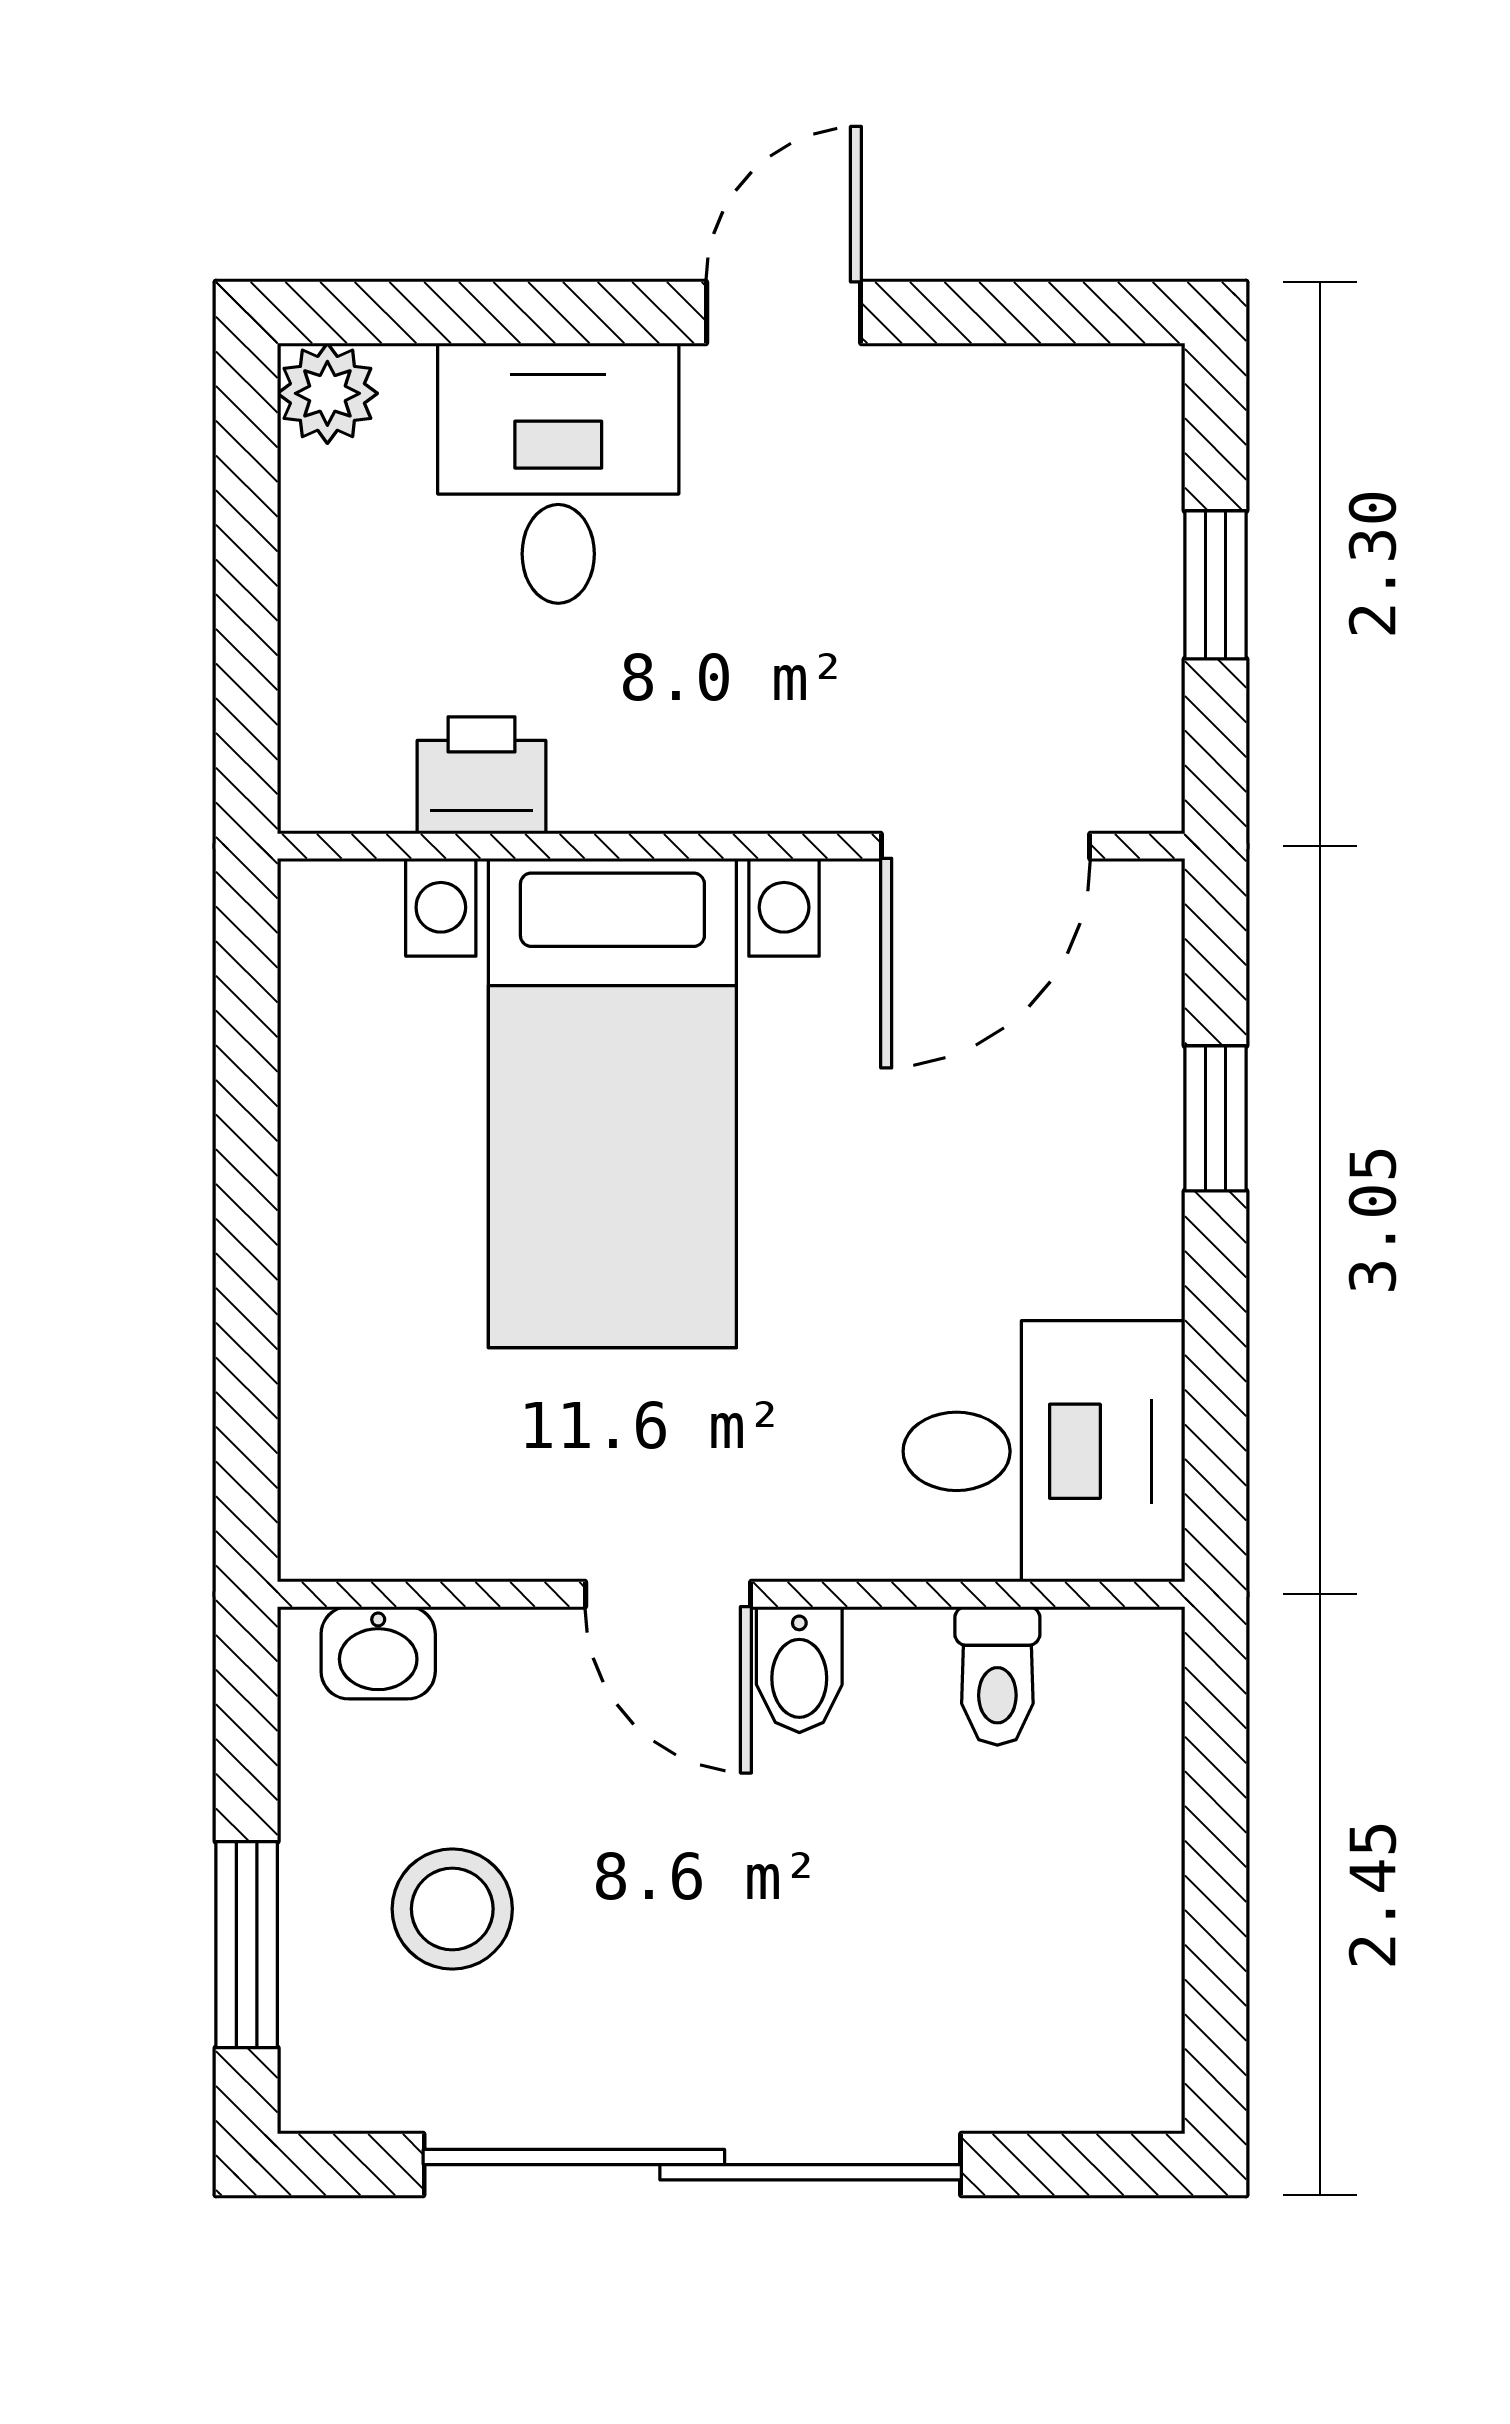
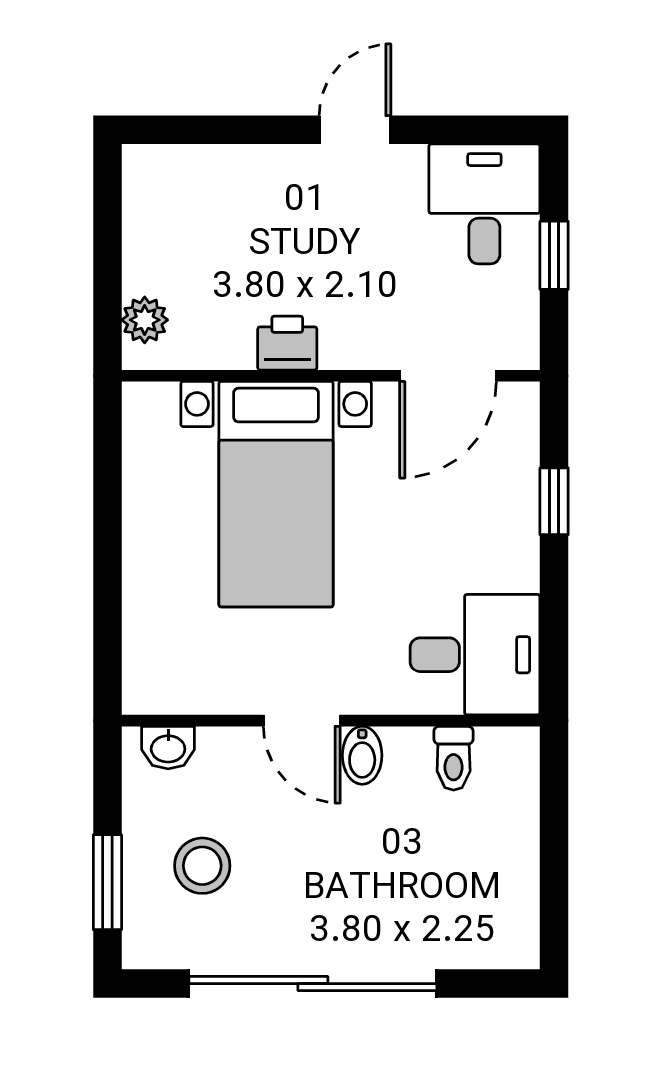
plant: (327, 393) -> (145, 320), moved
desk: (558, 473) -> (484, 204), moved
printer: (481, 775) -> (287, 343), moved

